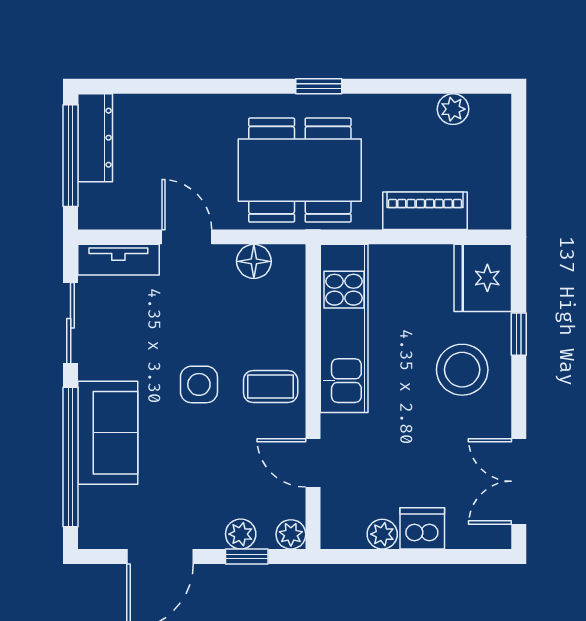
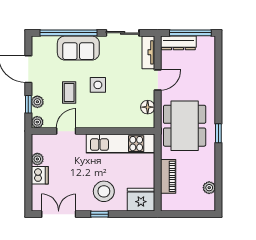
dresser: (95, 138) -> (178, 43), moved
window: (519, 334) -> (100, 214), moved
coffee table: (271, 387) -> (69, 93), moved

